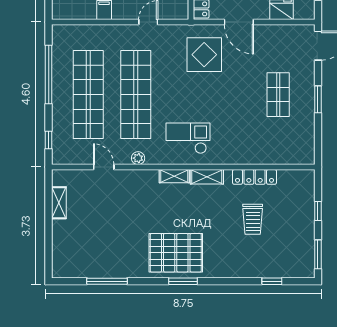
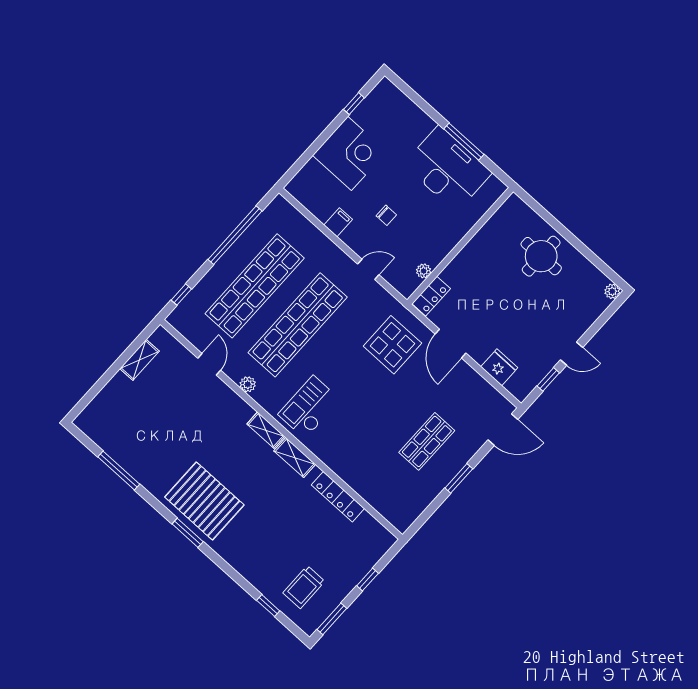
checkout: (188, 138) -> (309, 407), turned -90
trolley: (253, 219) -> (304, 587), moved

